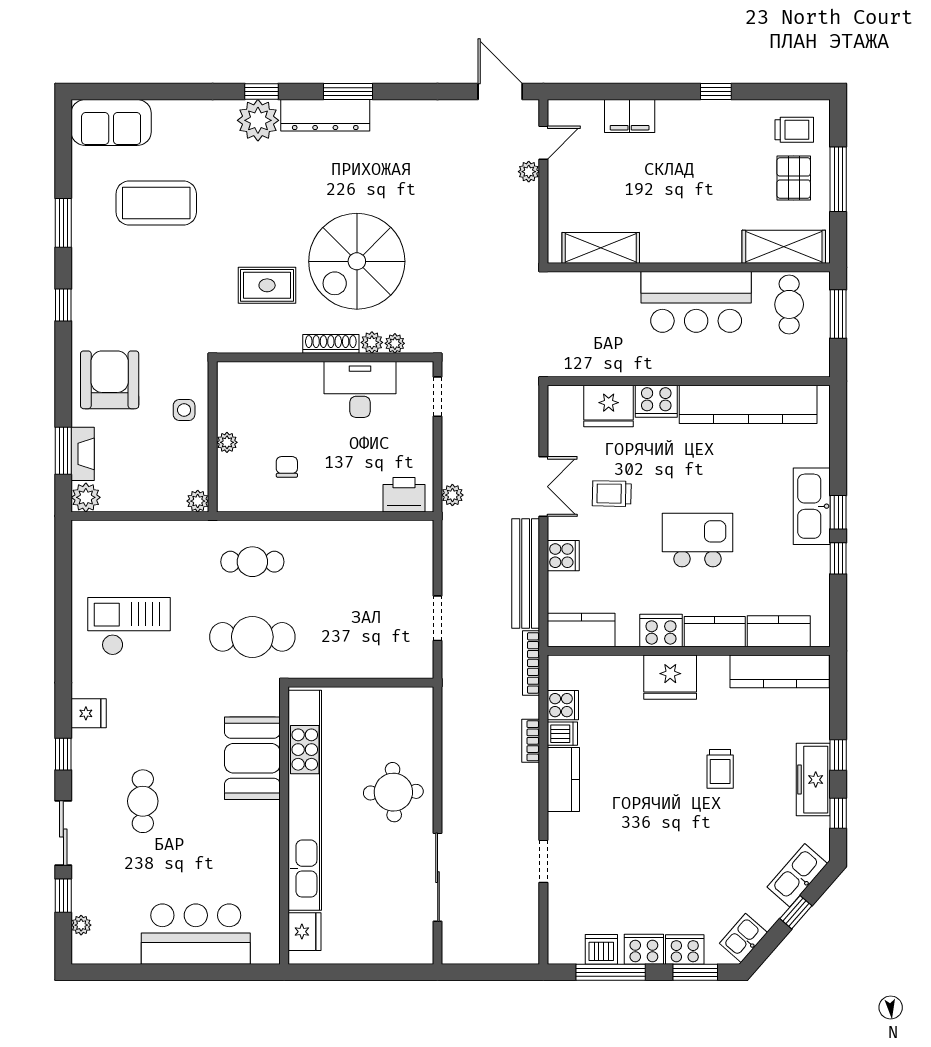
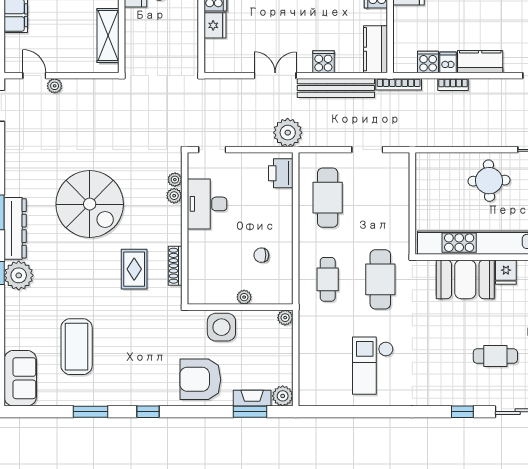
spiral stairs: (357, 261) -> (90, 204), moved
shoe rack: (331, 344) -> (175, 266), moved
fridge: (609, 406) -> (215, 25), width x0.73, depth x0.75
side table: (184, 410) -> (221, 327), width x1.87, depth x1.87
trolley: (612, 494) -> (280, 28), removed
plant: (452, 495) -> (288, 133), width x1.87, depth x1.87
cafe table: (369, 562) -> (328, 198), added
fridge: (89, 713) -> (506, 272), moved, turned 180

